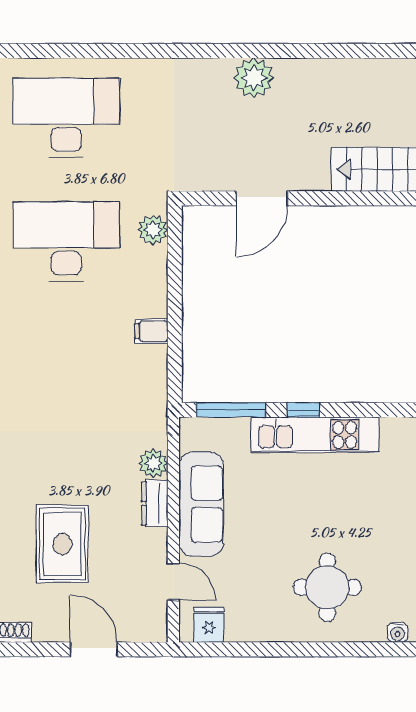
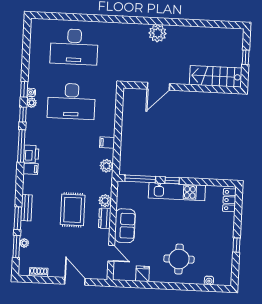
desk: (66, 118) -> (74, 47), turned 180
plant: (153, 230) -> (107, 166), moved
desk: (66, 242) -> (71, 101), turned 180
sofa: (201, 504) -> (125, 226), width x0.73
rug: (62, 544) -> (73, 210), moved
fridge: (209, 625) -> (142, 274), moved

